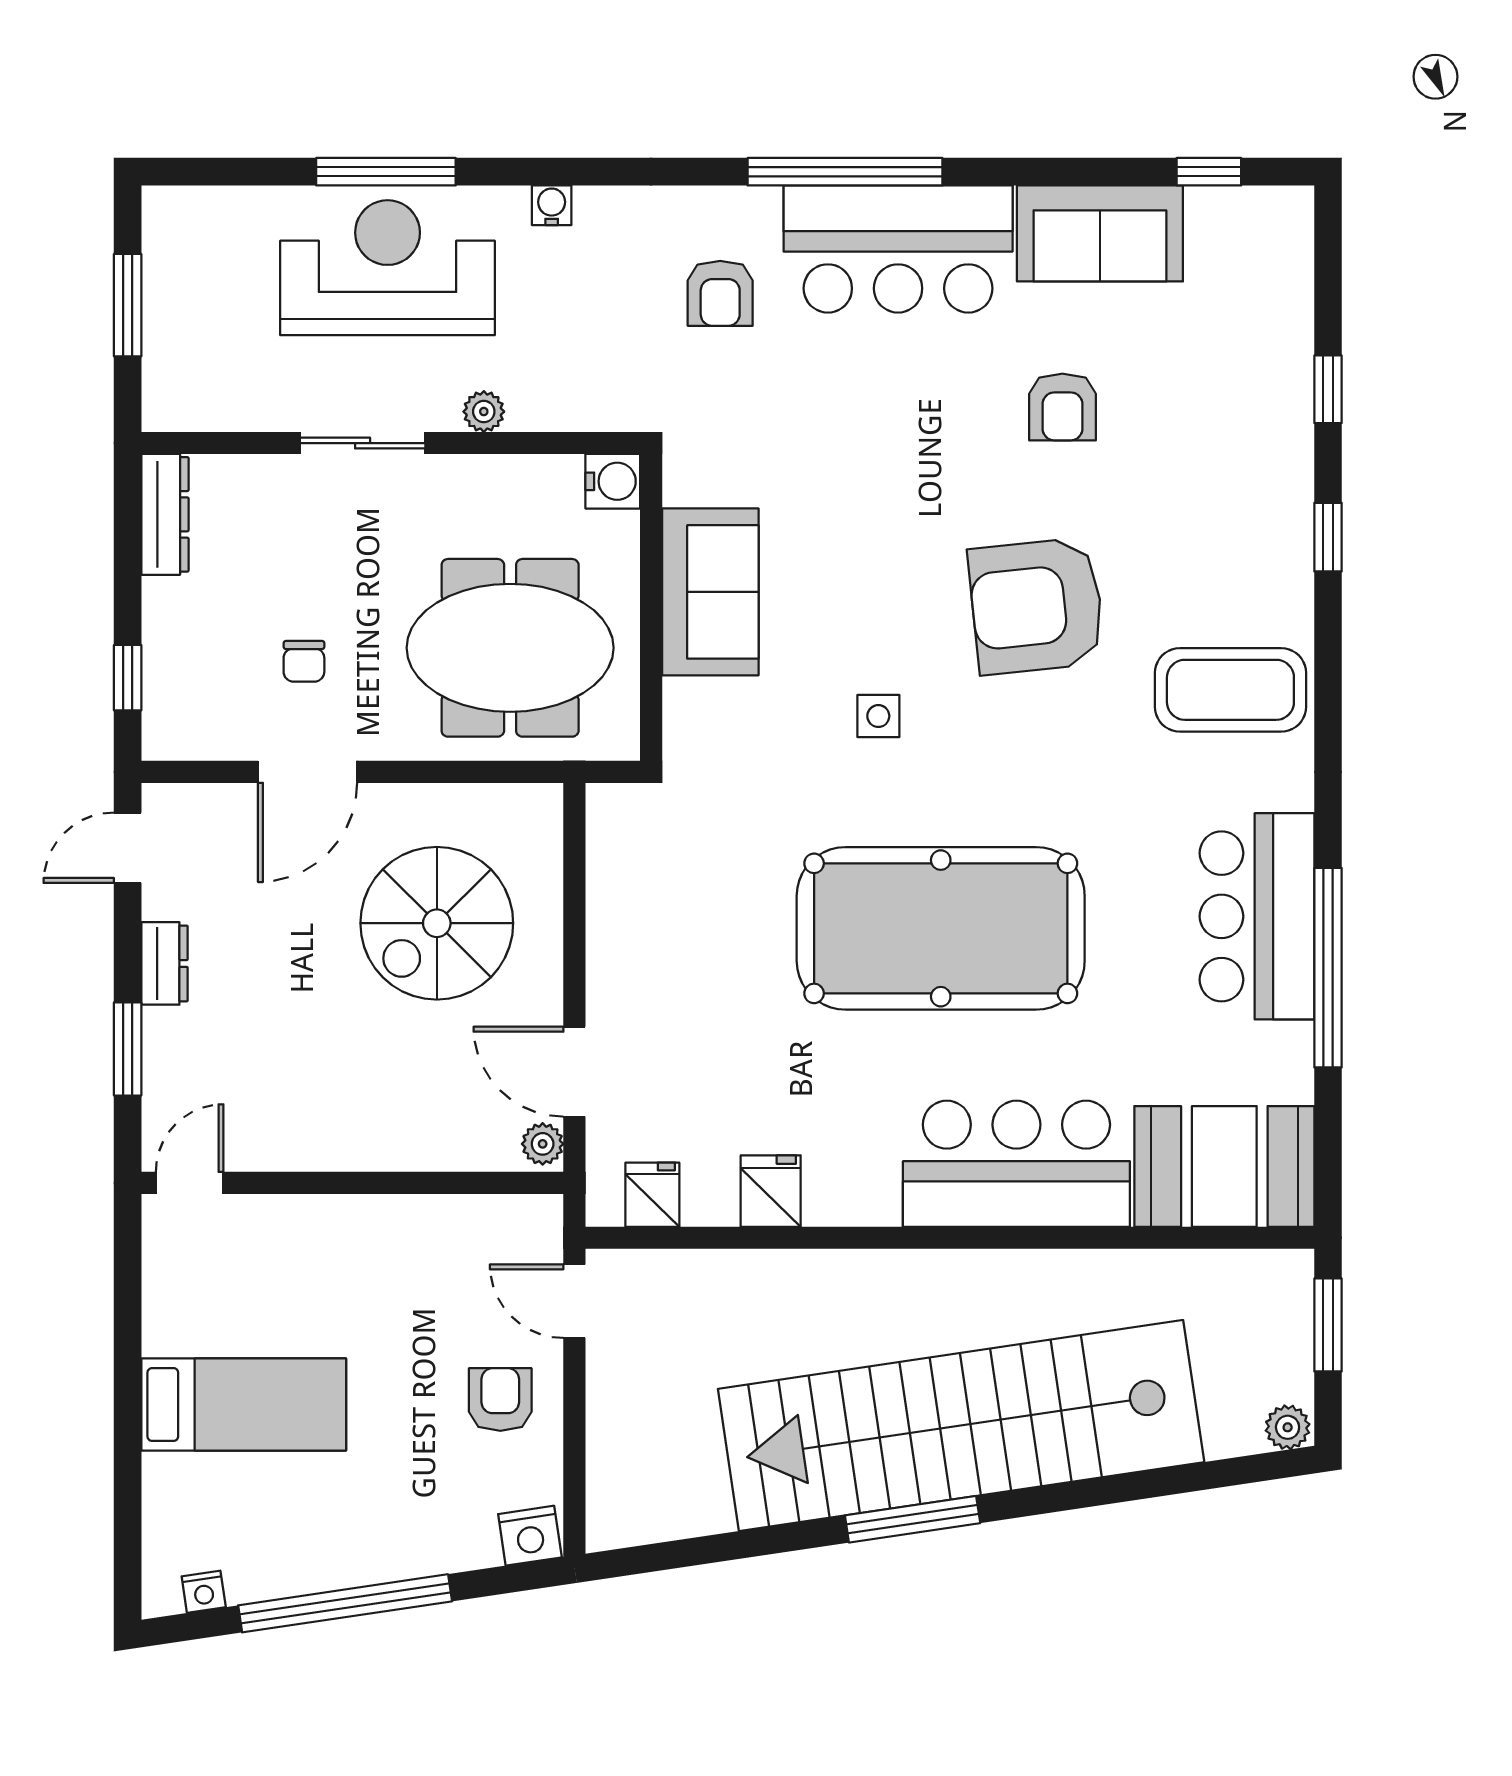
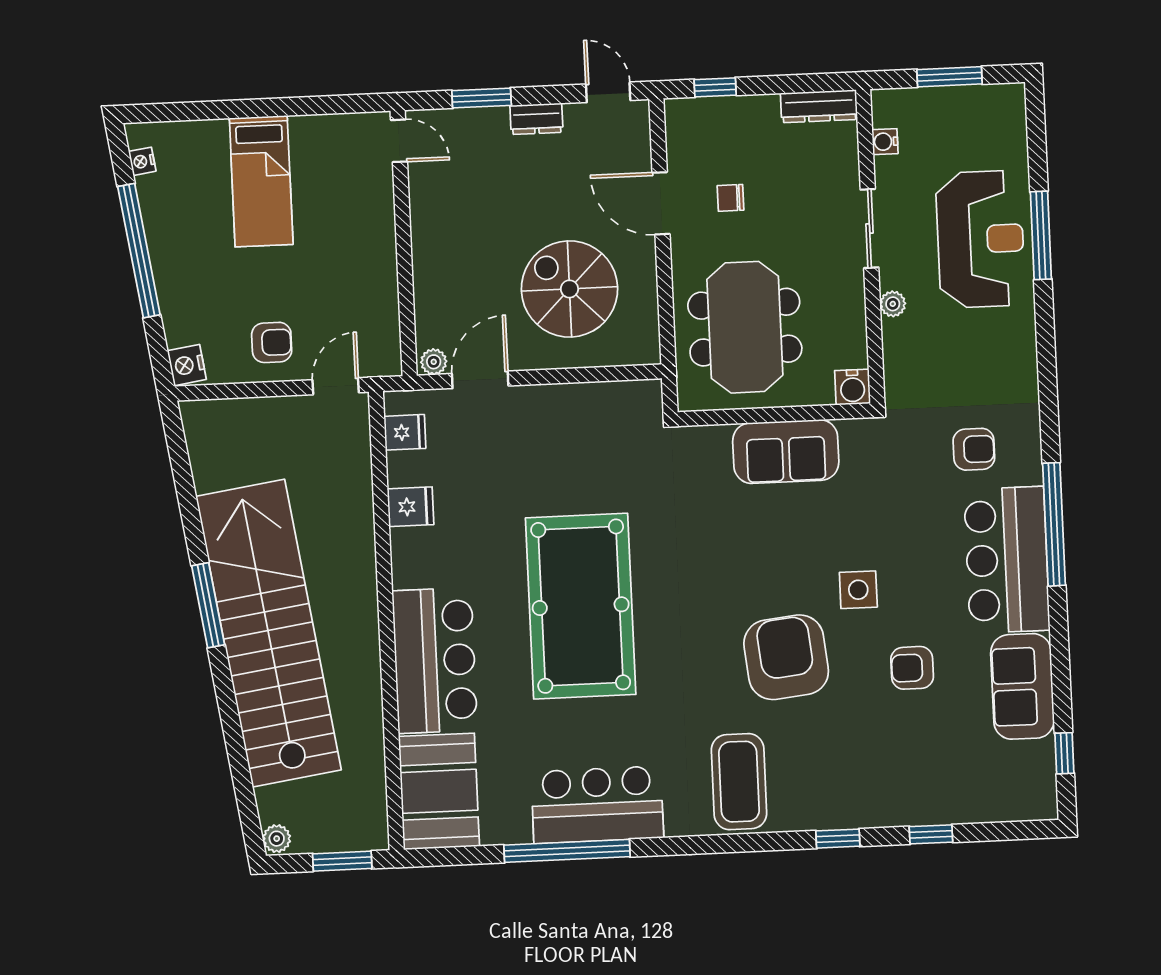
water cooler: (552, 205) -> (885, 142), moved, turned 180
armchair: (720, 293) -> (974, 449), turned 180
side table: (878, 716) -> (858, 590), moved, width x1.37, depth x1.37

